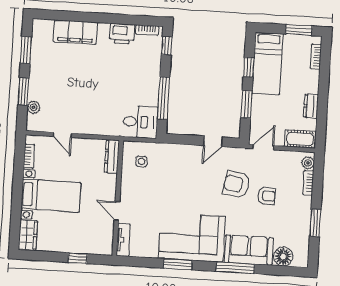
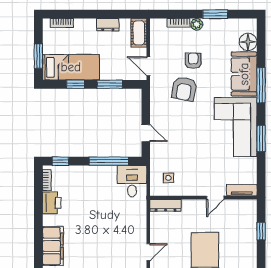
window: (299, 30) -> (38, 56), moved
door: (213, 141) -> (146, 133), moved
plant: (308, 163) -> (197, 24), moved

